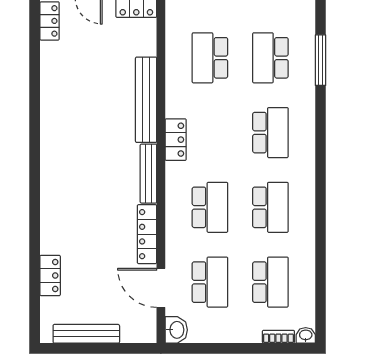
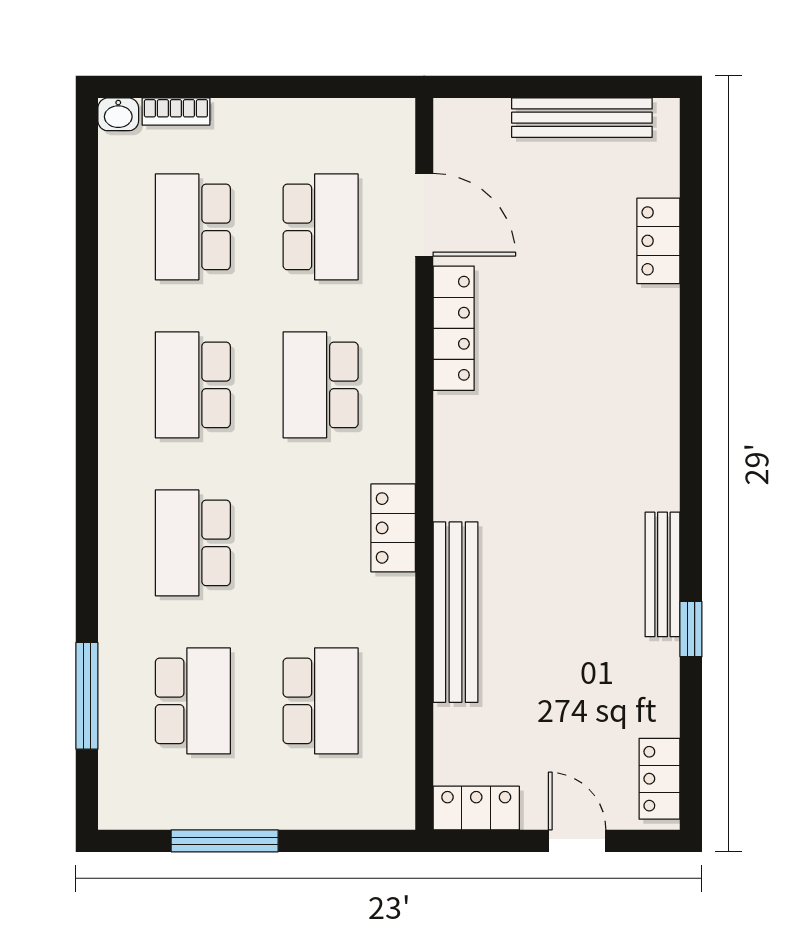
window: (35, 92) -> (691, 629), added
bench: (148, 174) -> (663, 574), moved
school desk: (210, 282) -> (321, 227), turned 180
washbasin: (176, 330) -> (392, 126), removed

